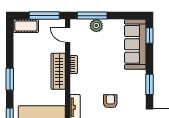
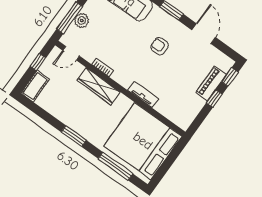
window: (44, 16) -> (38, 62), width x0.46
armchair: (110, 101) -> (160, 46), moved

